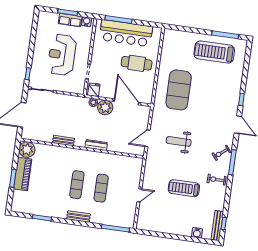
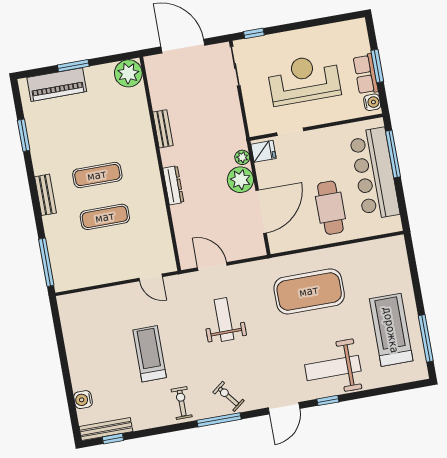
weight bench: (225, 91) -> (333, 368), added
piano: (23, 174) -> (57, 85), moved
door: (139, 195) -> (151, 277), moved

